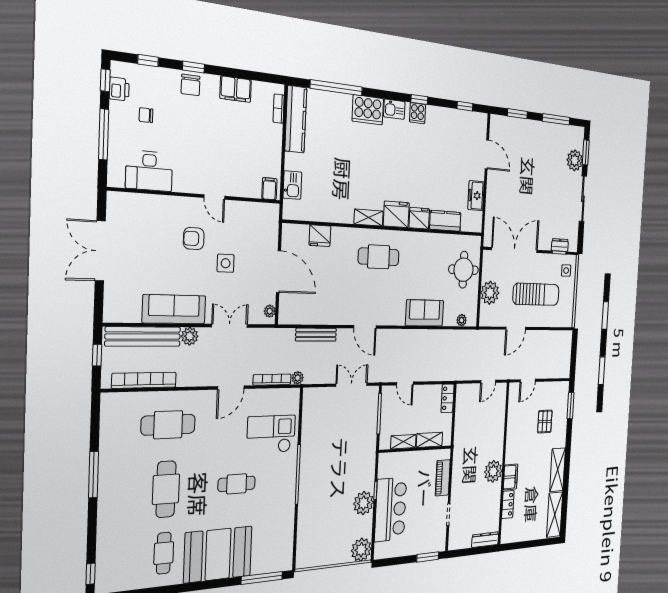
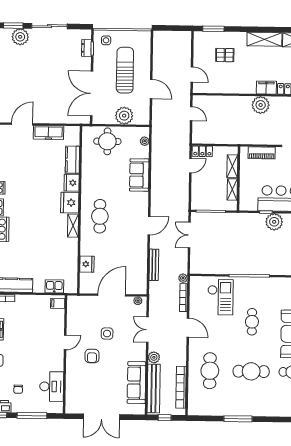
freezer: (476, 196) -> (49, 132), width x1.40
sofa: (174, 309) -> (136, 383), moved
door: (405, 383) -> (190, 166), moved
checkout: (271, 434) -> (220, 297), turned 180

